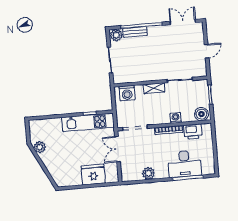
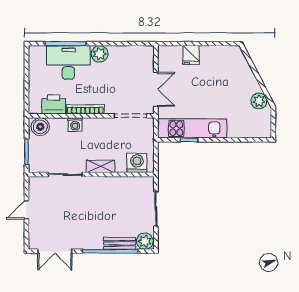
plant: (148, 173) -> (100, 54), moved
fridge: (93, 175) -> (191, 55), width x0.53, depth x0.75

